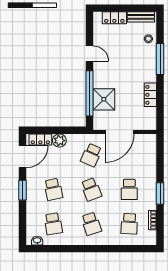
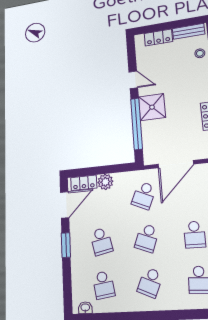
shower: (104, 99) -> (152, 107), moved
school desk: (91, 189) -> (147, 238), turned 42
school desk: (91, 224) -> (150, 282), turned 42

